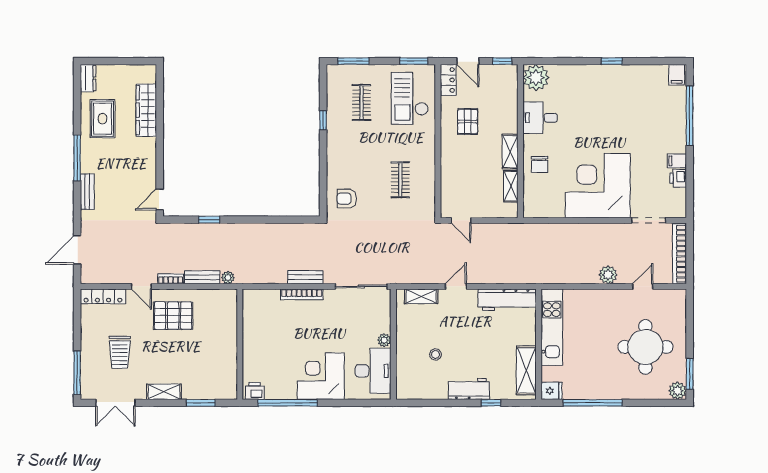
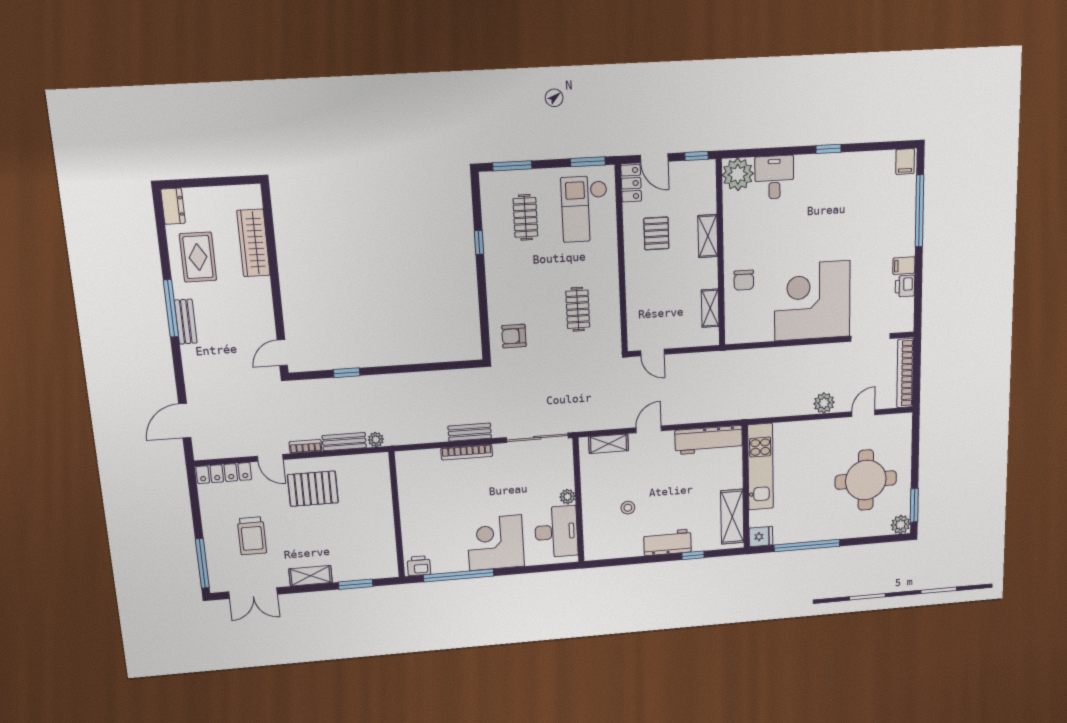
desk: (540, 118) -> (774, 177), moved, turned 90
shelving: (510, 152) -> (708, 236), moved
bench: (87, 192) -> (186, 322), moved

